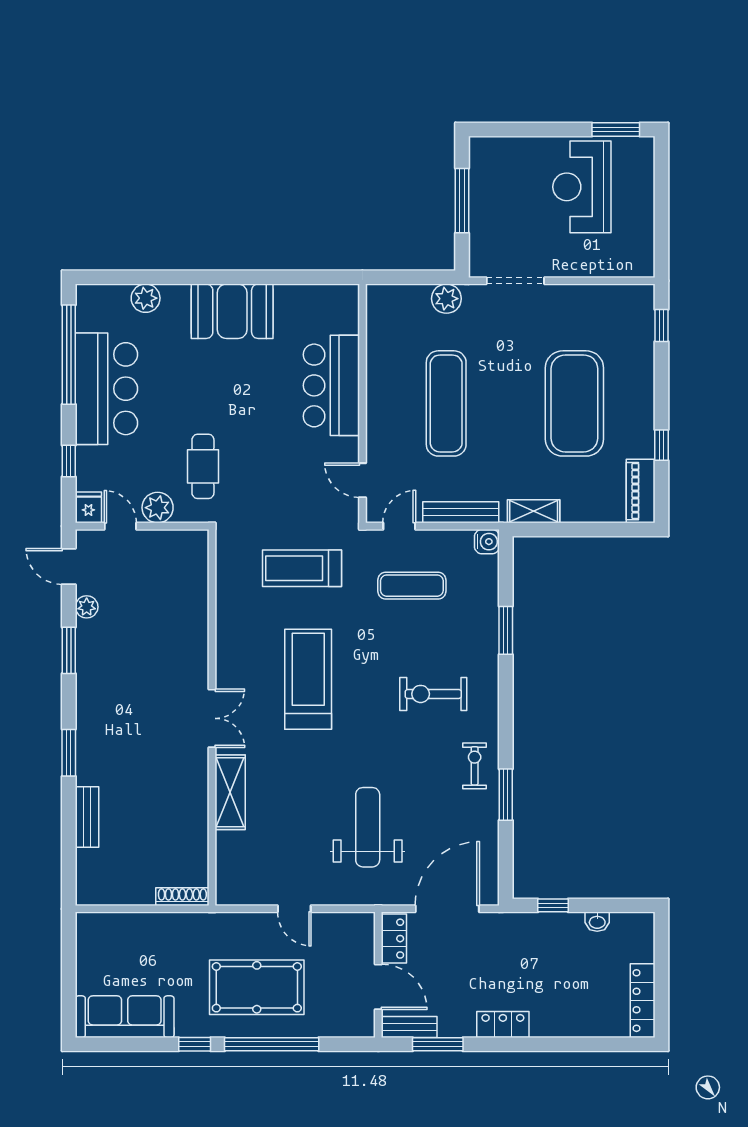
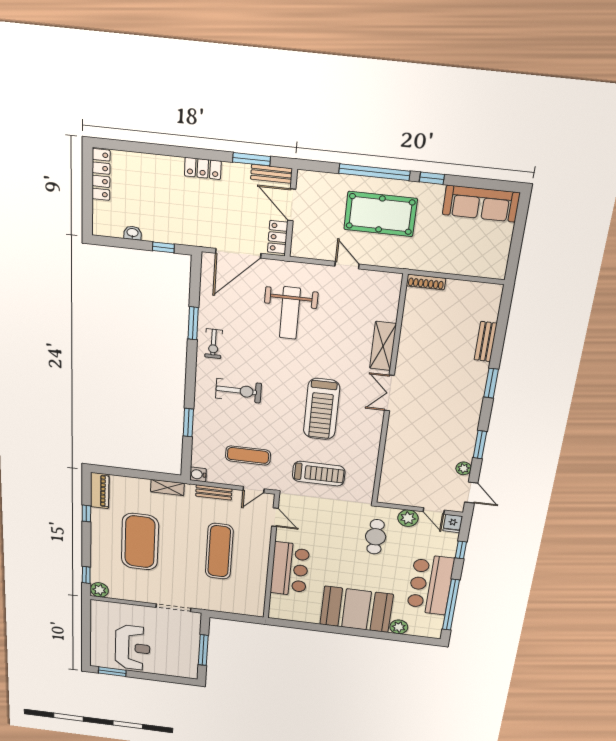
plant: (446, 299) -> (99, 590), moved
booth: (232, 311) -> (356, 609), width x1.36, depth x1.42
bench: (461, 512) -> (214, 492), width x0.73

